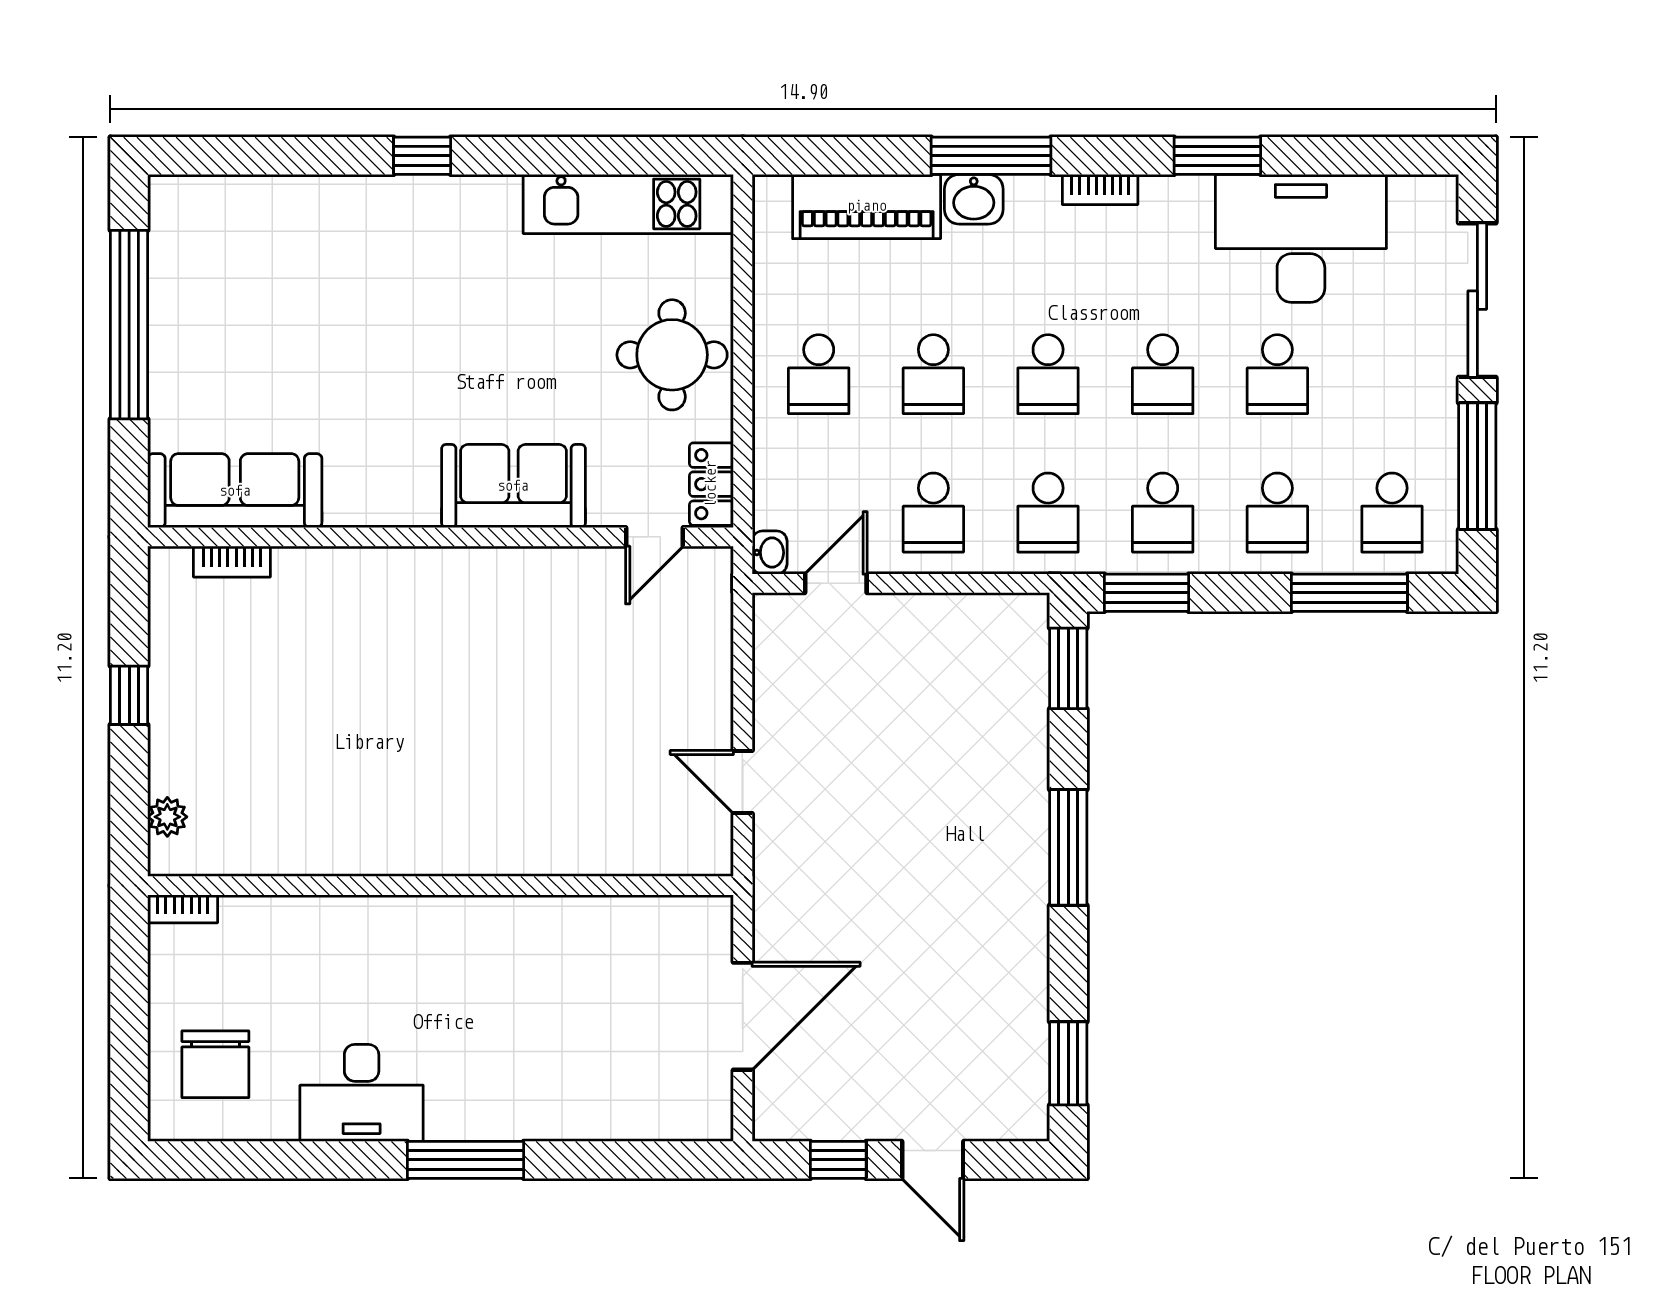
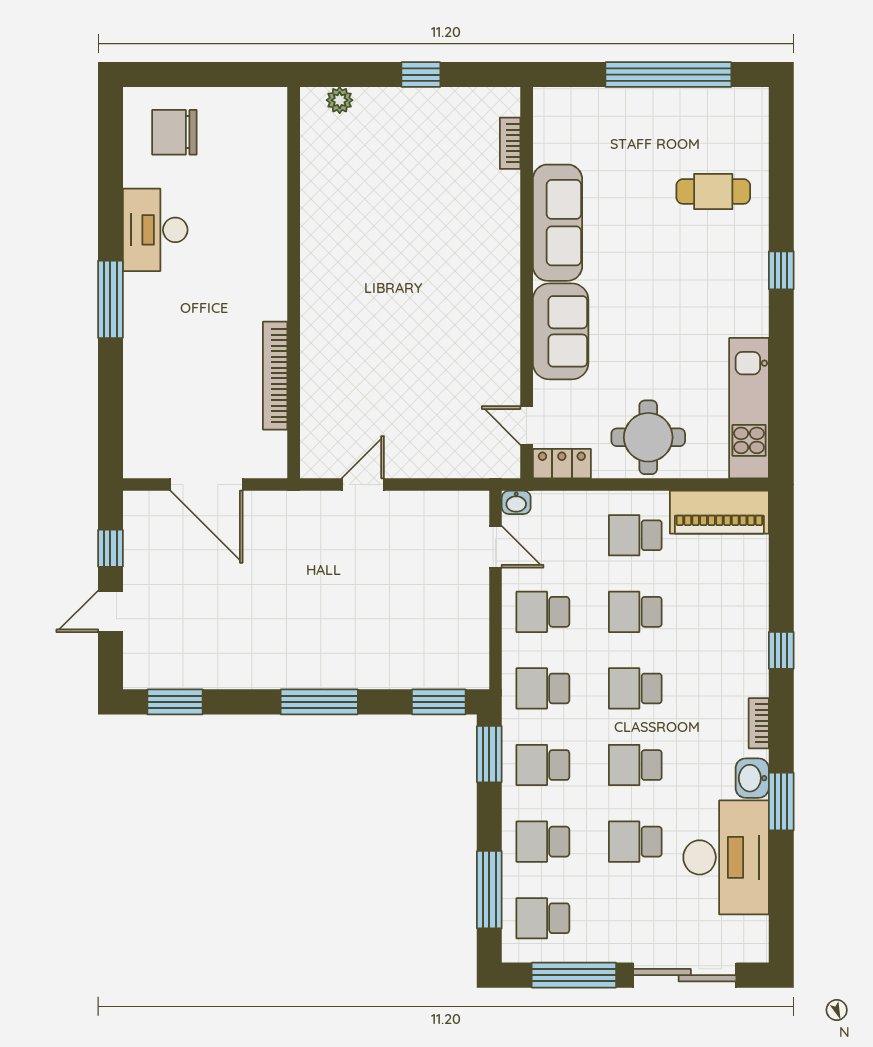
window: (991, 156) -> (781, 650), width x0.46
washbasin: (974, 199) -> (752, 778), moved
piano: (867, 206) -> (719, 512), moved, turned -90
cafe table: (304, 257) -> (713, 191), added
sofa: (235, 491) -> (558, 223), moved
bookcase: (183, 909) -> (275, 376), moved, width x2.31, depth x1.31

